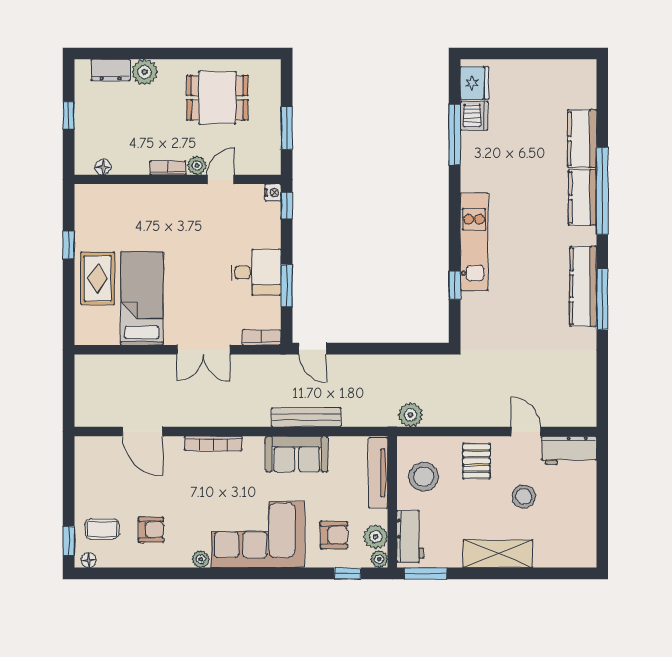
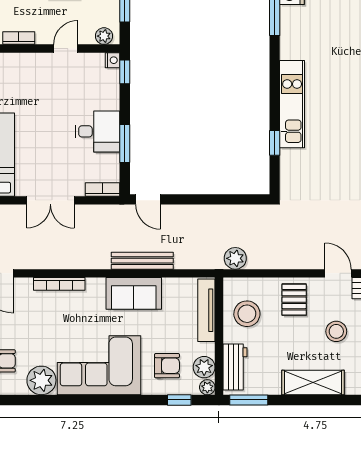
plant: (197, 165) -> (104, 36), moved
plant: (201, 559) -> (41, 380), width x1.88, depth x1.88

